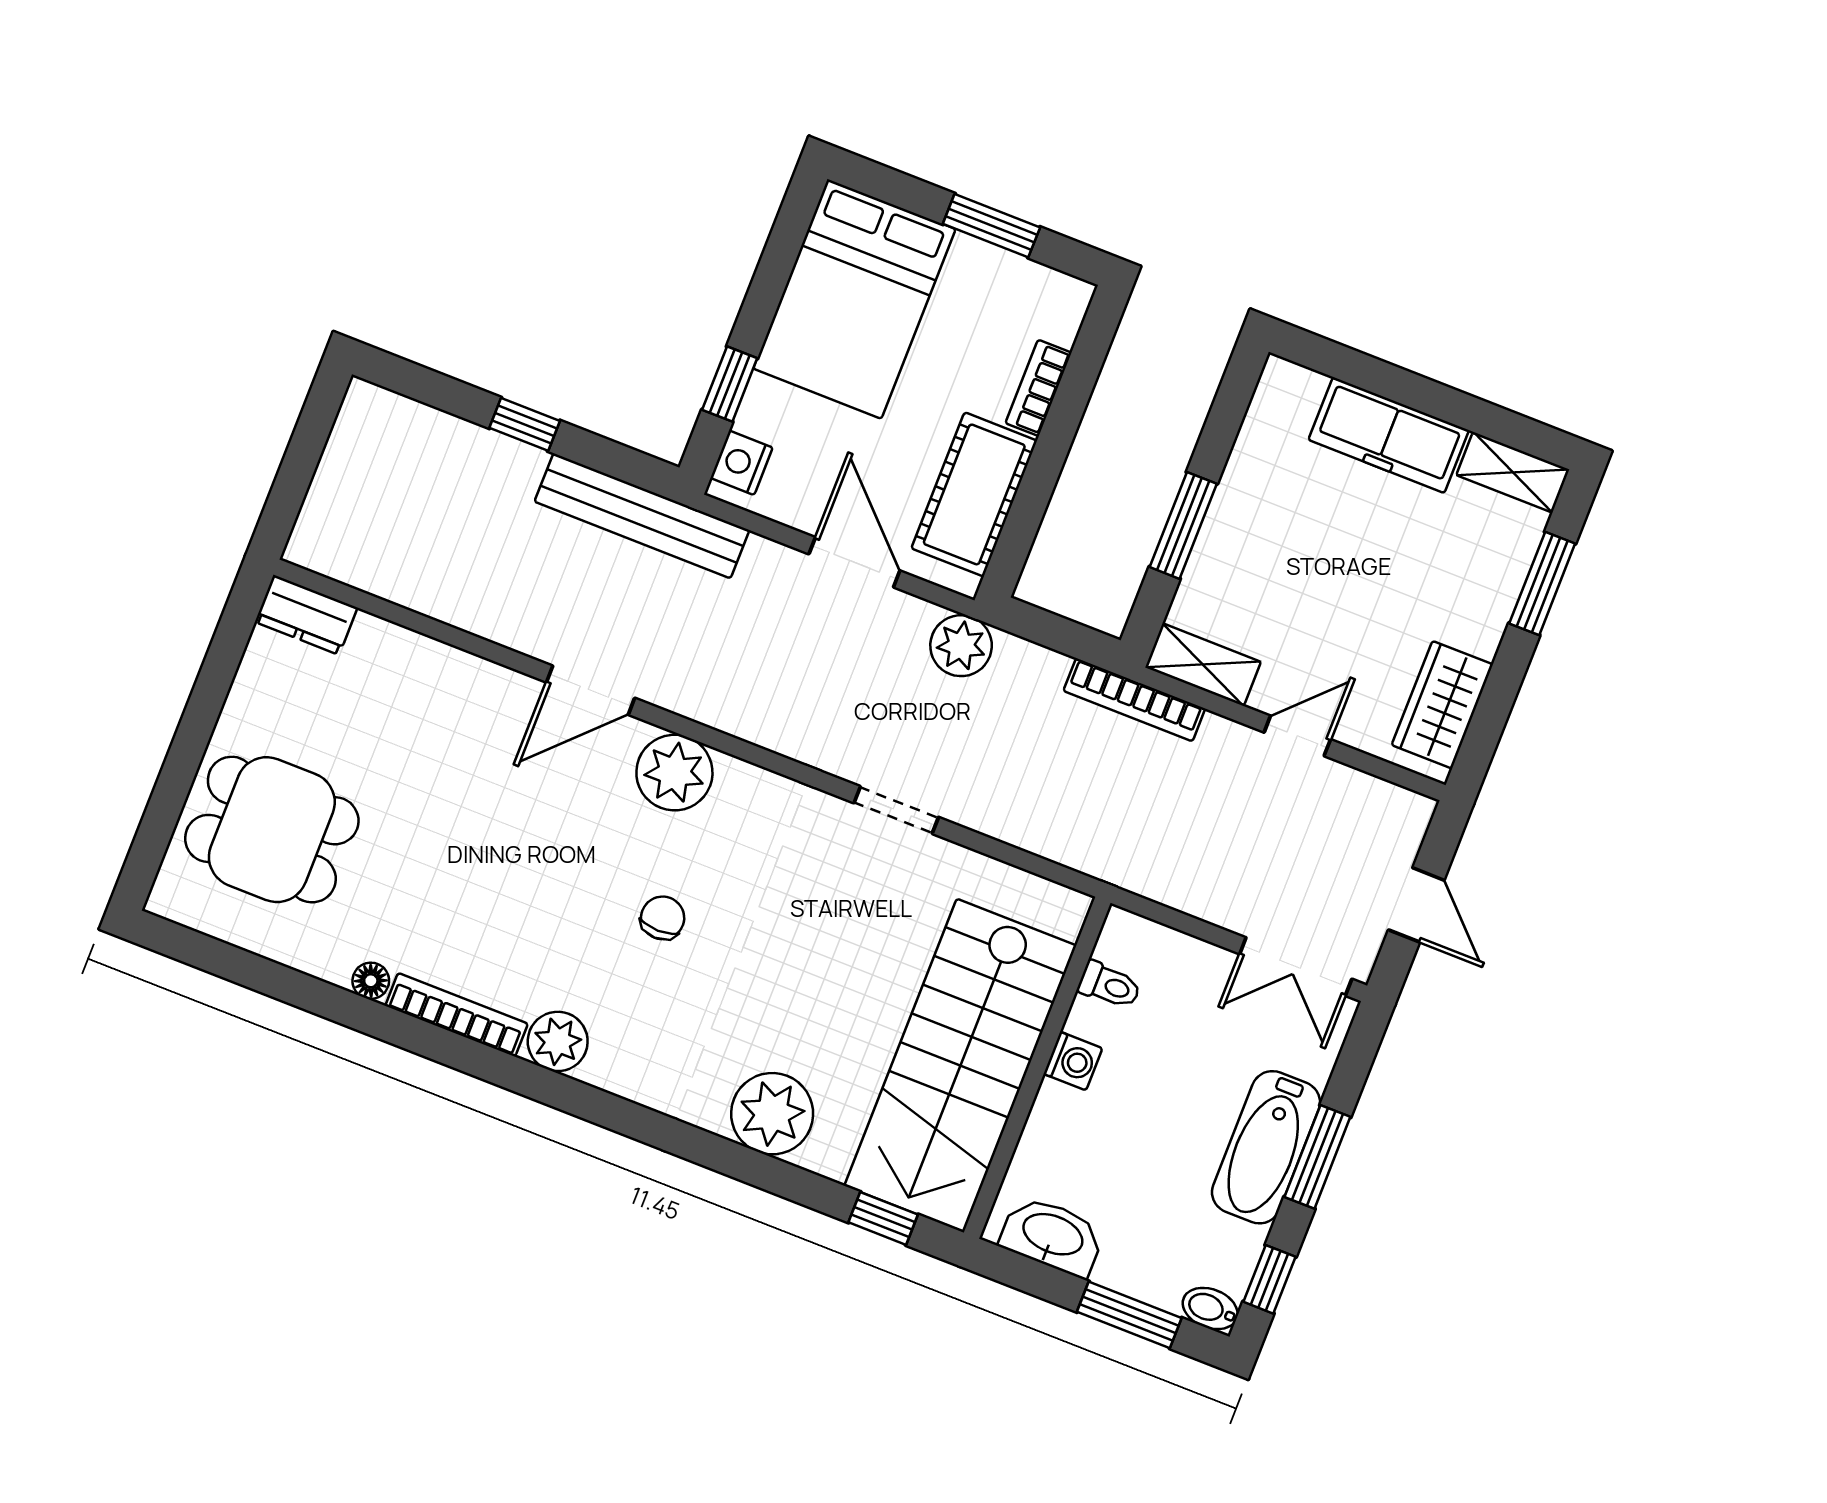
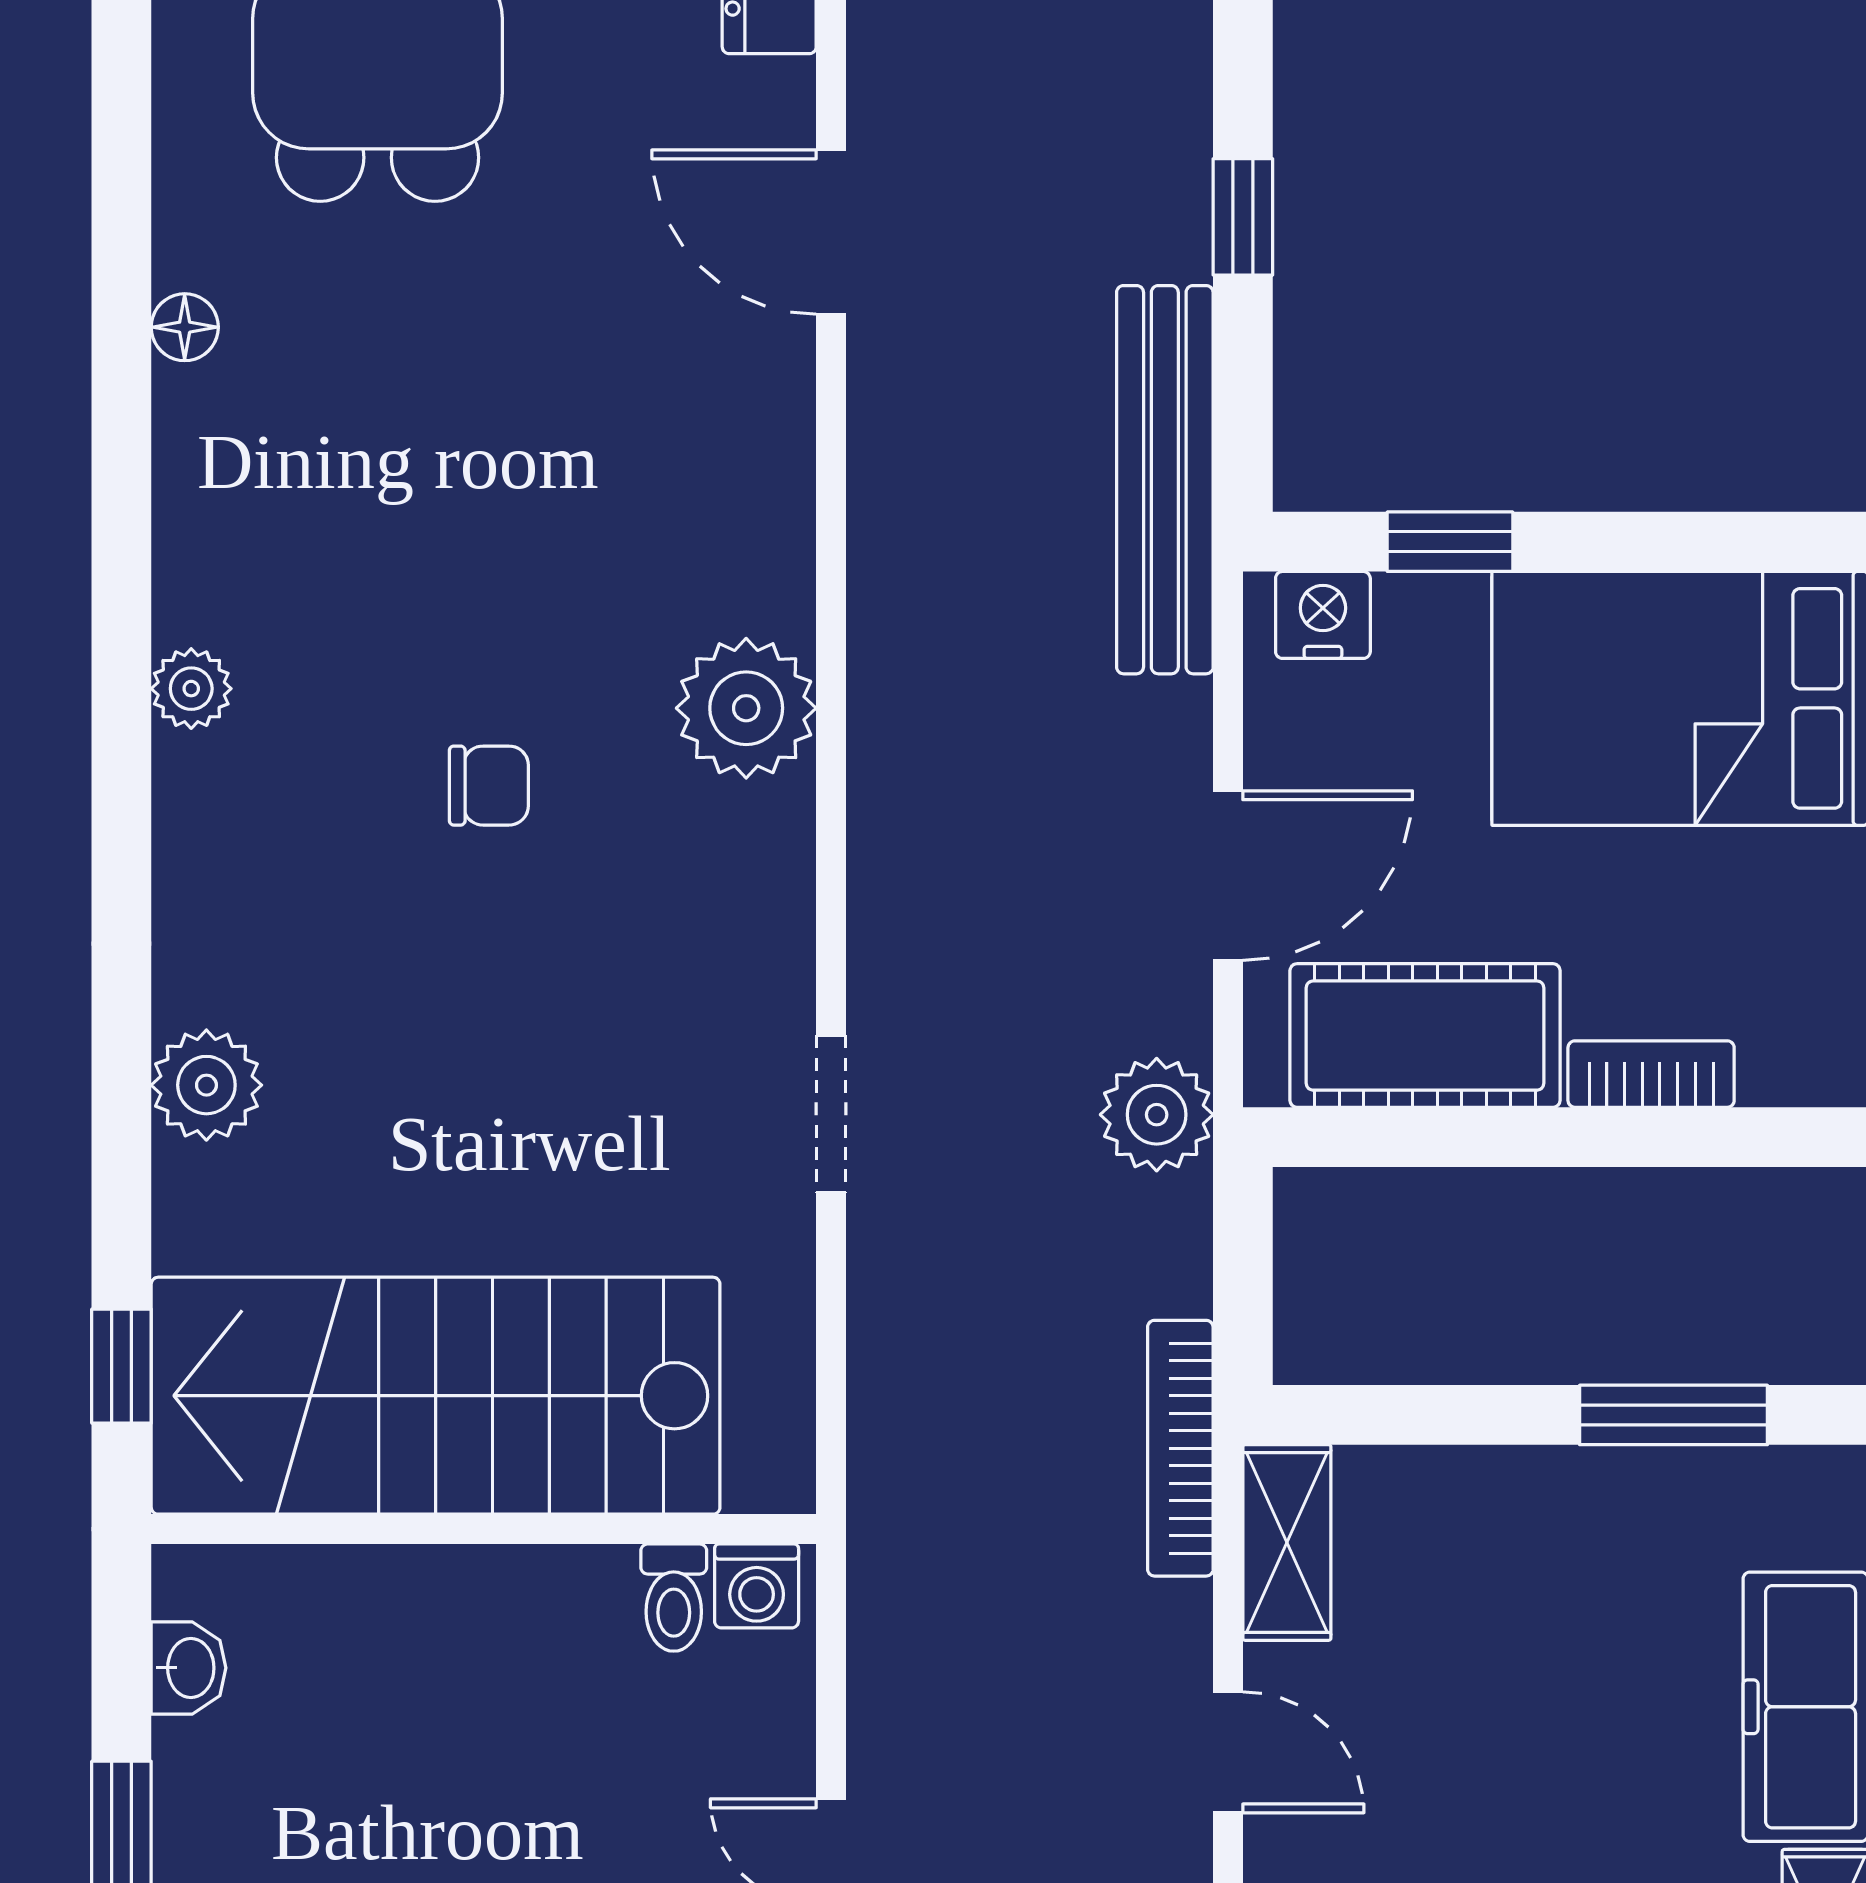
window: (1183, 525) -> (1674, 1415), moved
door: (591, 690) -> (831, 232), moved
bookcase: (457, 1015) -> (184, 497), removed
plant: (558, 1041) -> (191, 689), width x0.73, depth x0.73
washing machine: (1073, 1061) -> (757, 1586), moved
plant: (772, 1114) -> (206, 1085), width x0.73, depth x0.73
washbasin: (1052, 1236) -> (189, 1668), width x0.52, depth x0.69

